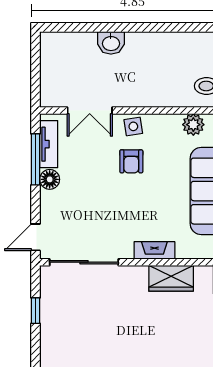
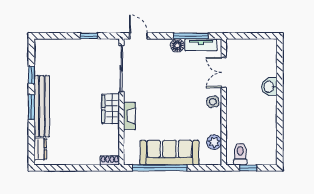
armchair: (131, 161) -> (189, 100), removed
wardrobe: (171, 278) -> (111, 109), moved

